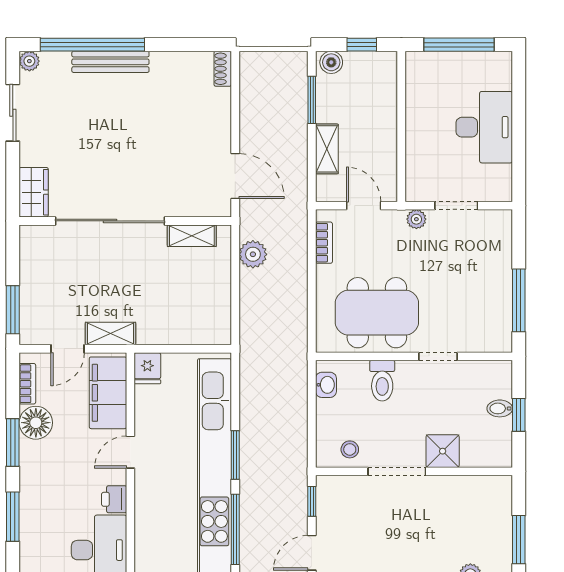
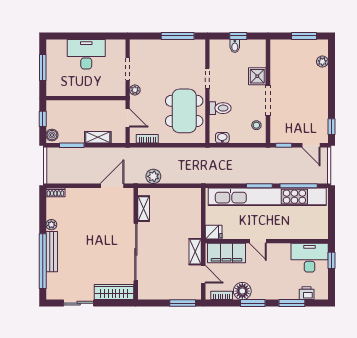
window: (459, 45) -> (43, 68), width x0.69
plant: (29, 61) -> (51, 225), moved
wardrobe: (34, 192) -> (114, 292), width x1.50
door: (364, 206) -> (128, 118), swing flipped
printer: (114, 499) -> (307, 293), moved, turned 180

